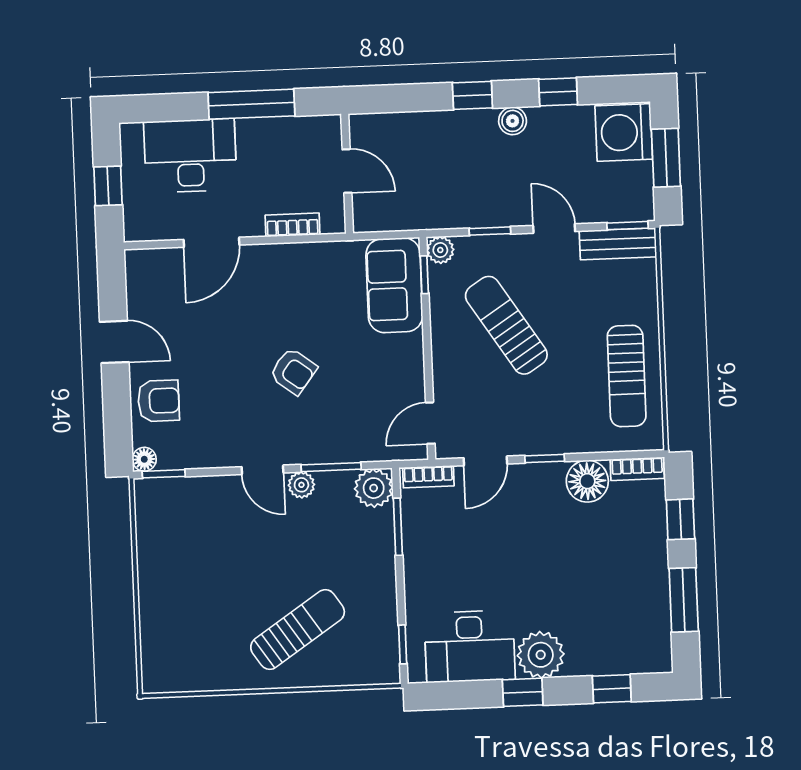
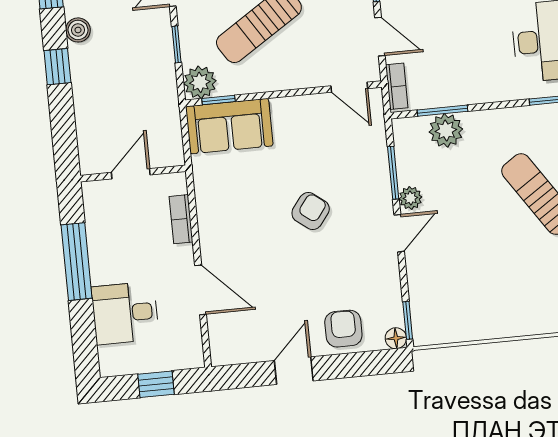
desk: (190, 156) -> (125, 313), width x0.73
plant: (440, 250) -> (200, 82), width x1.38, depth x1.38
plant: (374, 488) -> (446, 130), moved

